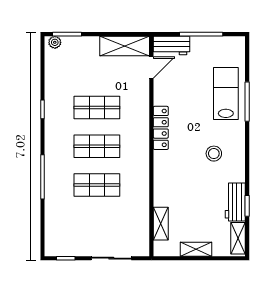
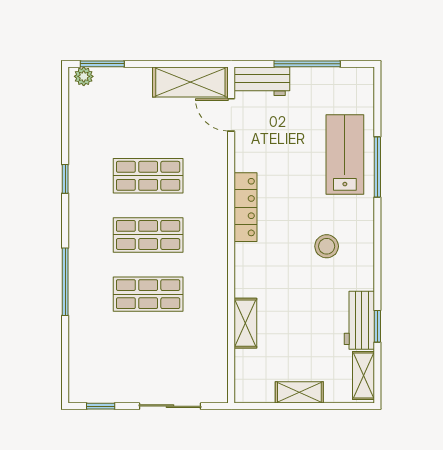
door: (151, 67) -> (231, 115), swing flipped
shelving: (161, 224) -> (245, 323), moved

